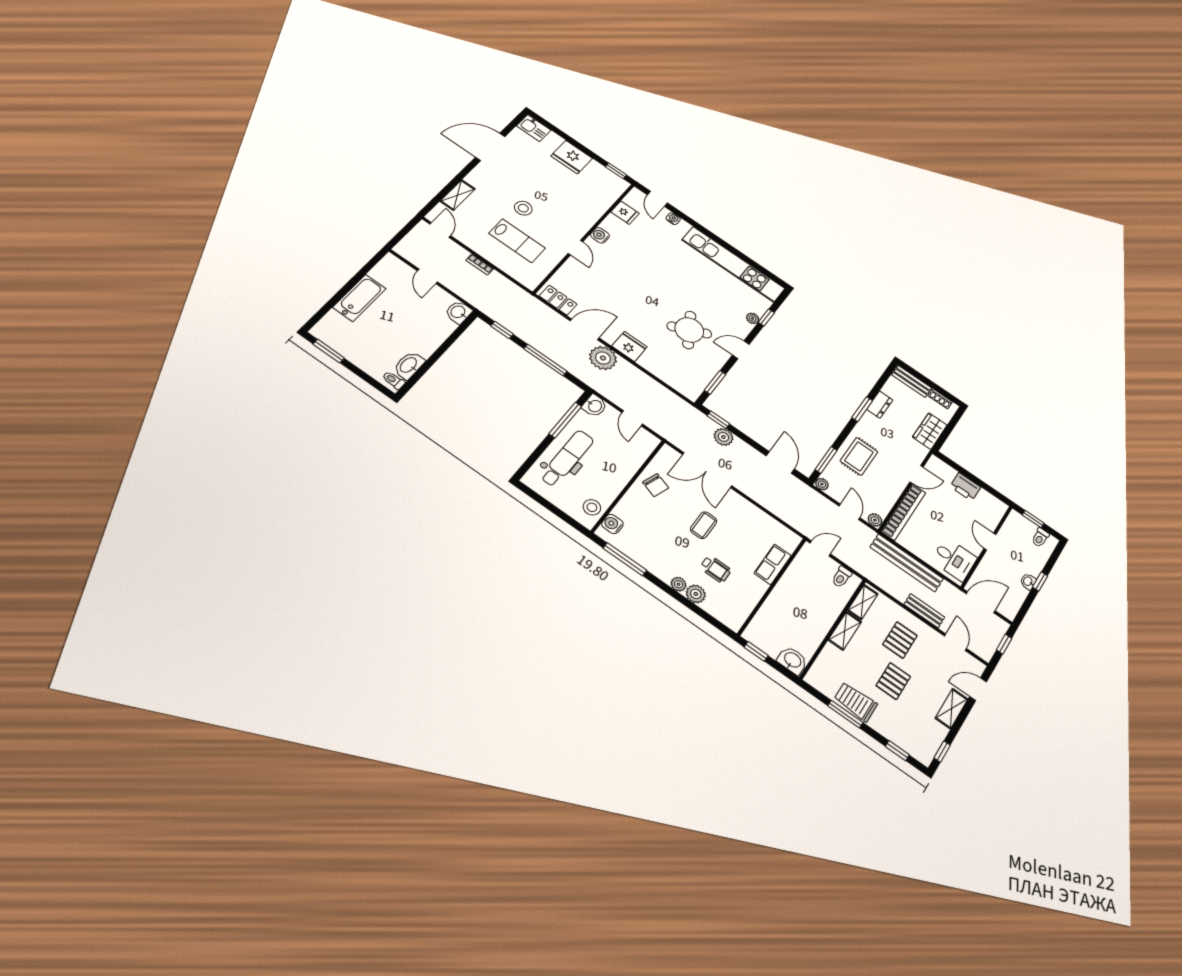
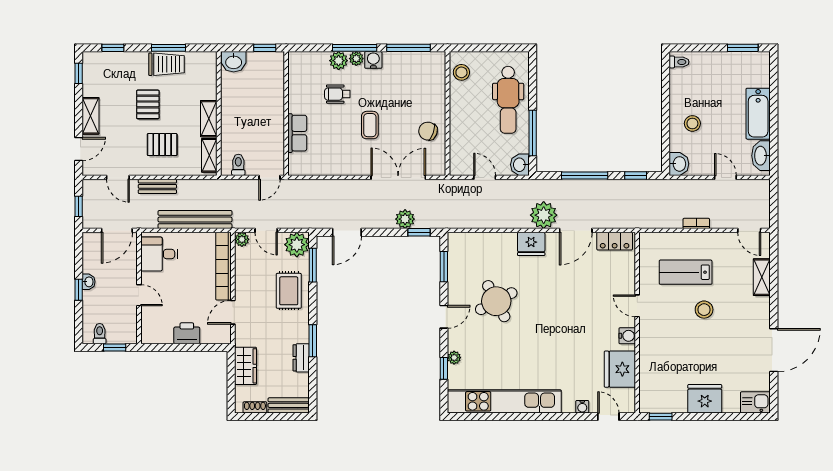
fridge: (625, 213) -> (620, 369), width x1.88, depth x1.34
stool: (422, 331) -> (692, 123), added
washbasin: (409, 365) -> (761, 156), moved, turned 180
door: (780, 462) -> (347, 232), hinge flipped
plant: (822, 484) -> (297, 245), width x1.87, depth x1.87
water cooler: (612, 524) -> (373, 60), moved, turned -90
window: (674, 594) -> (355, 48), added
pallet: (900, 640) -> (162, 145), turned 90

